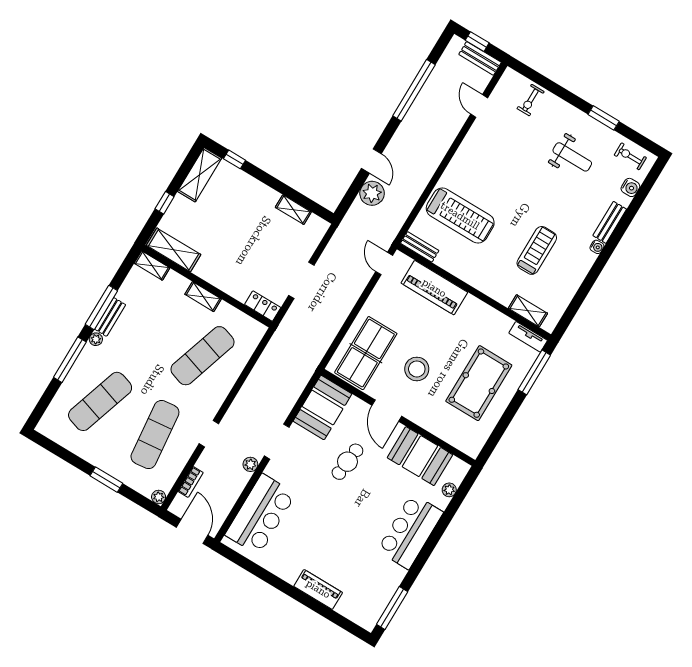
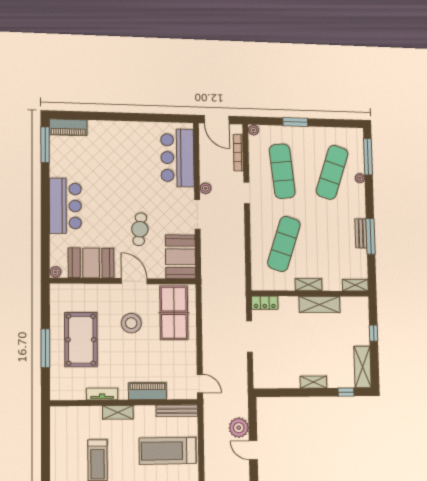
shelving: (293, 210) -> (313, 382), moved
bench: (420, 247) -> (177, 411), width x1.36
shelving: (174, 250) -> (319, 305), moved
piano: (434, 288) -> (147, 391), width x0.73, depth x0.75
shelving: (528, 311) -> (118, 412), moved
tv unit: (528, 337) -> (102, 394), moved
plant: (96, 339) -> (360, 178), moved
window: (70, 360) -> (368, 157), moved
window: (534, 372) -> (45, 348), moved
bookcase: (191, 482) -> (238, 153), width x1.56
plant: (449, 490) -> (56, 272), moved
piano: (318, 589) -> (68, 127), moved

